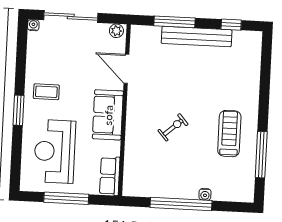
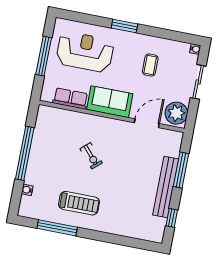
sliding door: (71, 17) -> (198, 82), width x0.73
plant: (116, 31) -> (176, 113), width x1.87, depth x1.87
coffee table: (46, 92) -> (150, 65), moved
row of seats: (110, 176) -> (71, 98), moved
water cooler: (205, 194) -> (27, 190), moved

